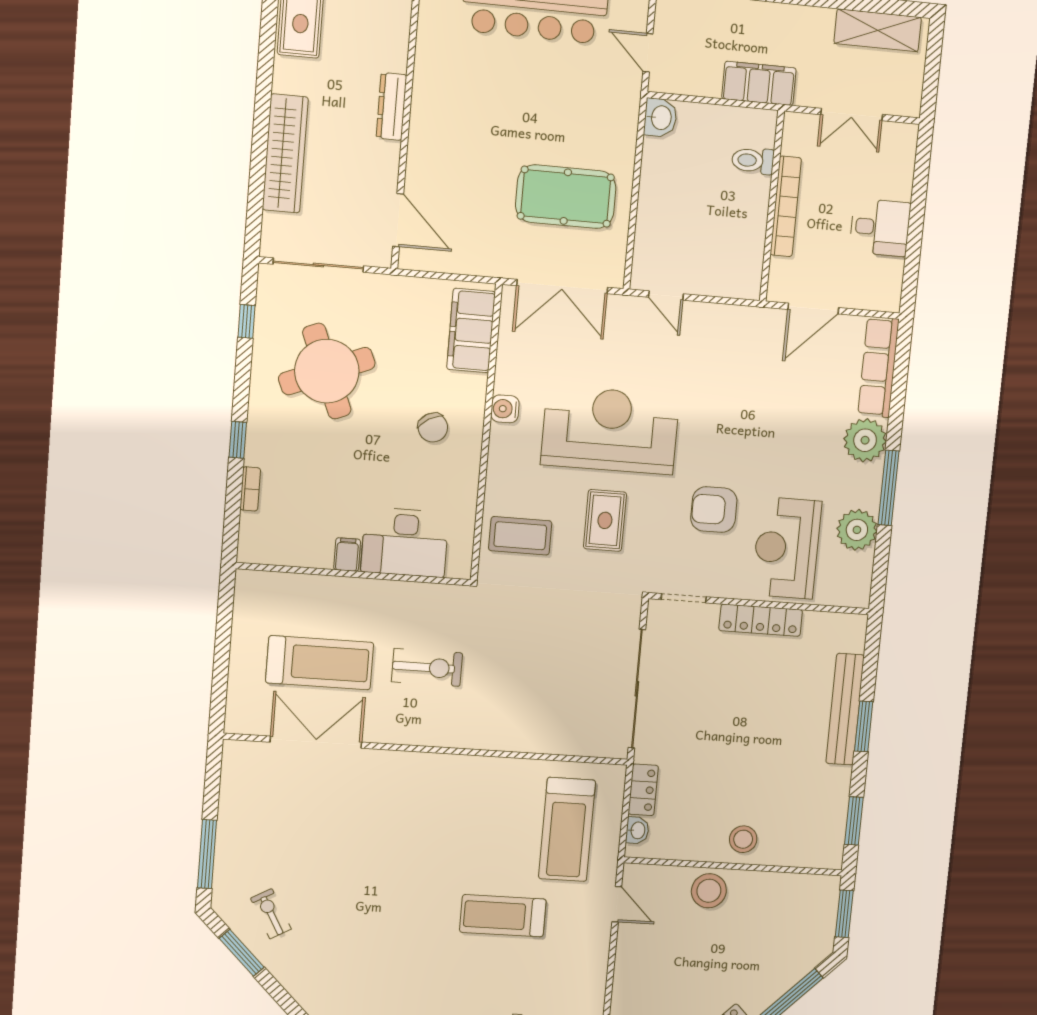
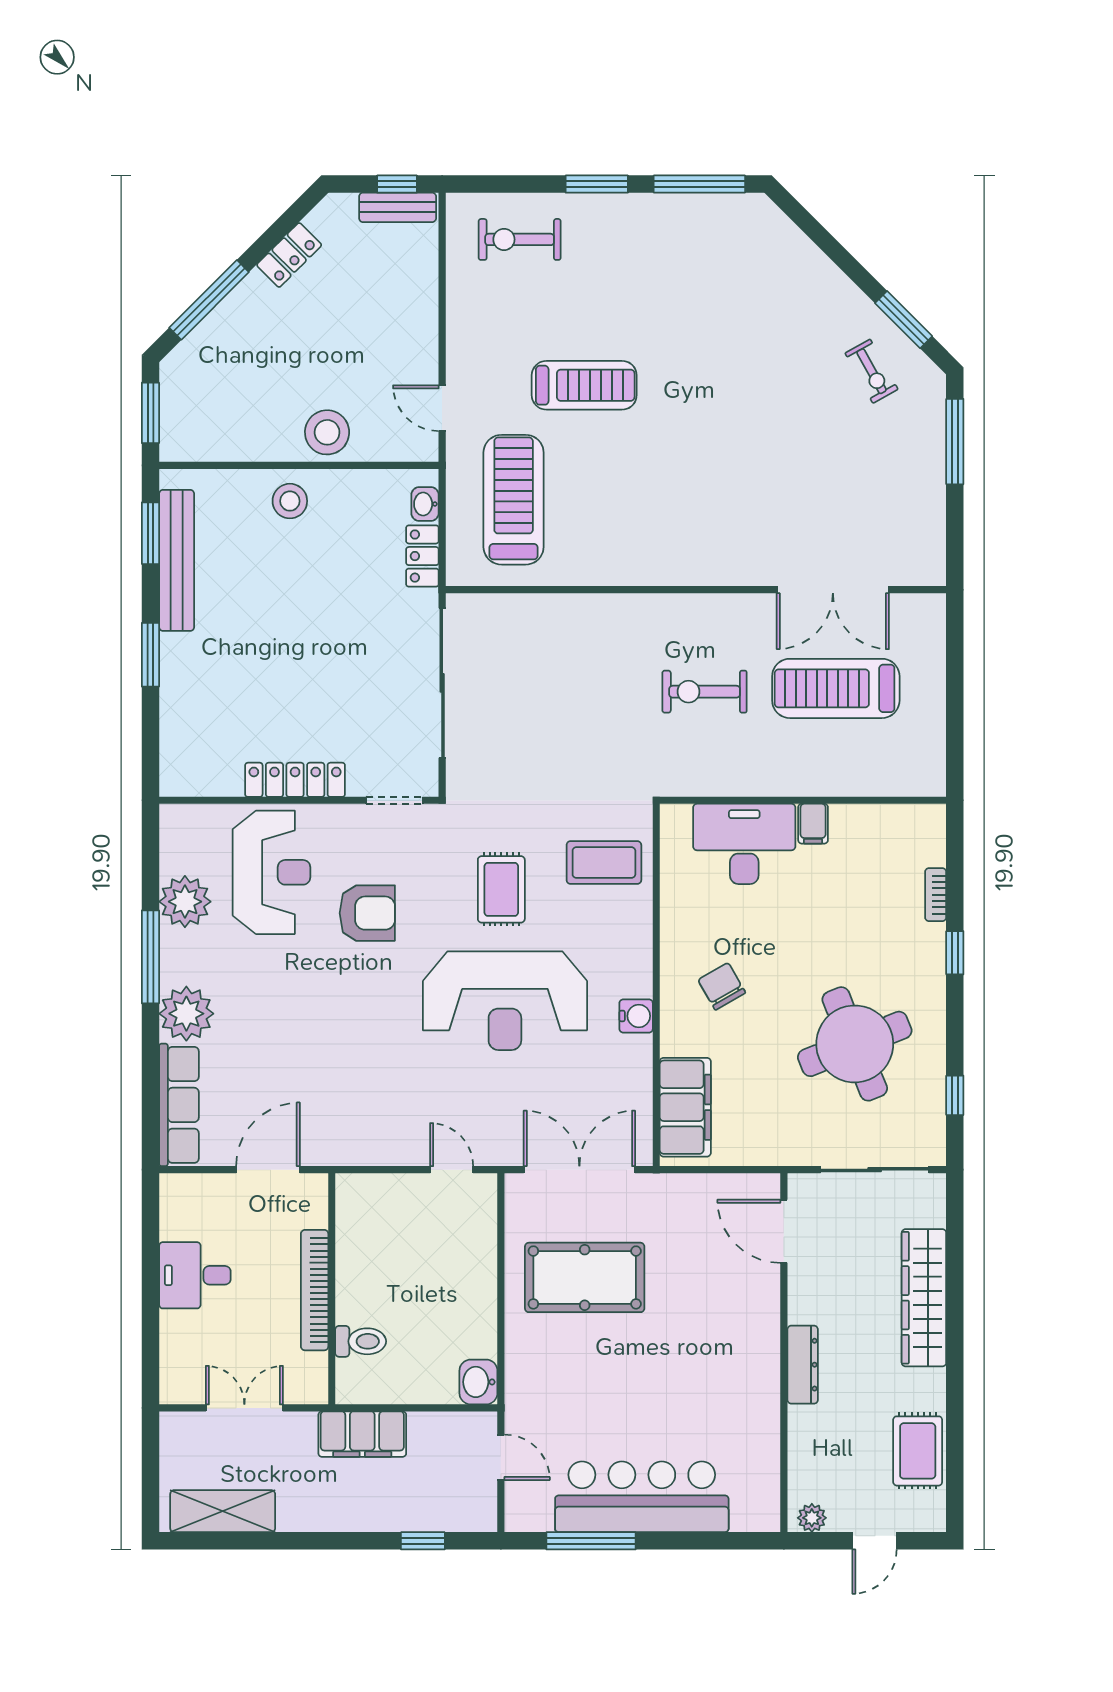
bench: (845, 709) -> (177, 560), moved

